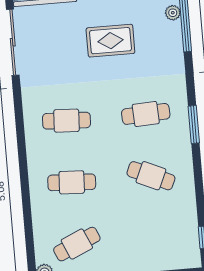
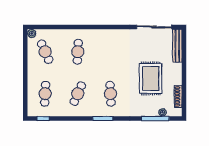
rug: (110, 41) -> (151, 78), width x1.36, depth x1.43
cafe table: (66, 121) -> (45, 94), moved

